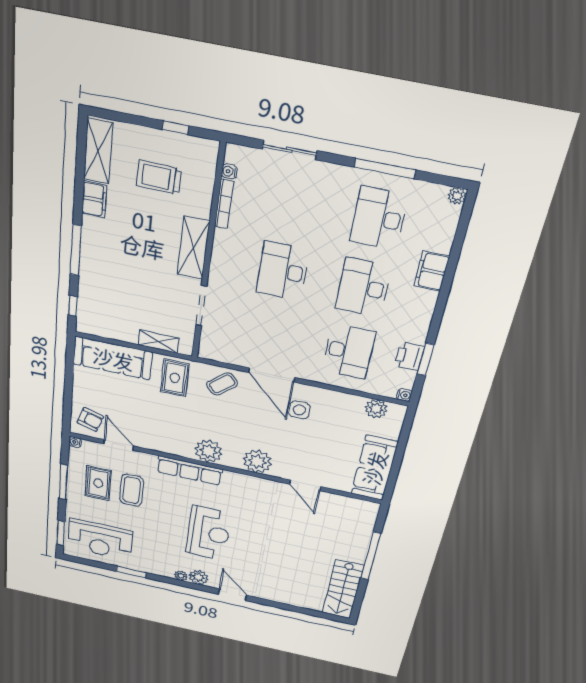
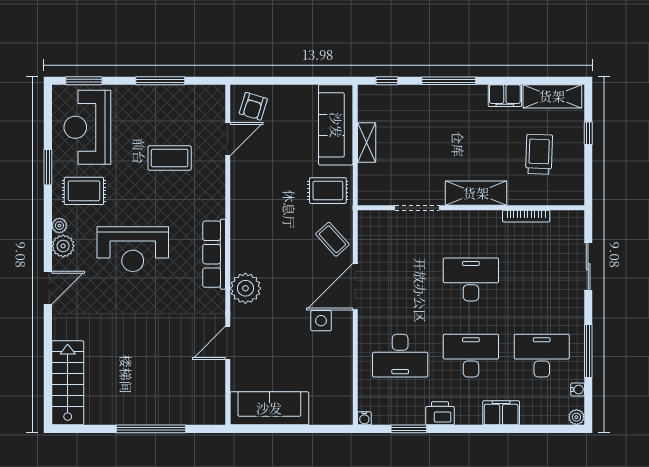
window: (175, 128) -> (588, 133), moved
water cooler: (229, 171) -> (578, 389), moved, turned 90
shelving: (159, 342) -> (367, 143), moved
printer: (409, 356) -> (440, 413), moved
plant: (376, 409) -> (342, 395), removed
water cooler: (75, 442) -> (219, 91), removed
plant: (209, 451) -> (245, 236), removed
row of seats: (190, 471) -> (214, 254), moved
rug: (98, 483) -> (84, 191), moved
stairs: (343, 589) -> (68, 383), moved, turned 90

